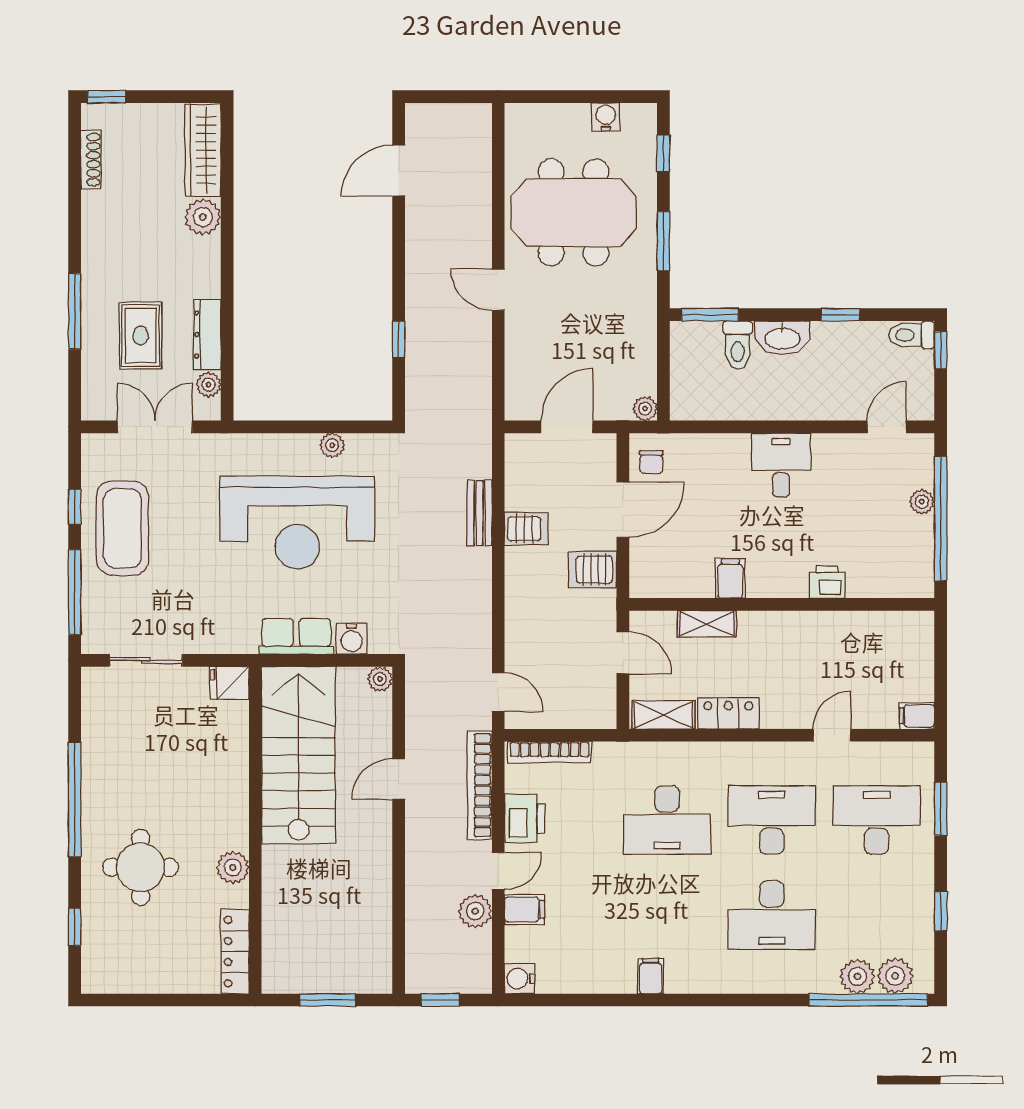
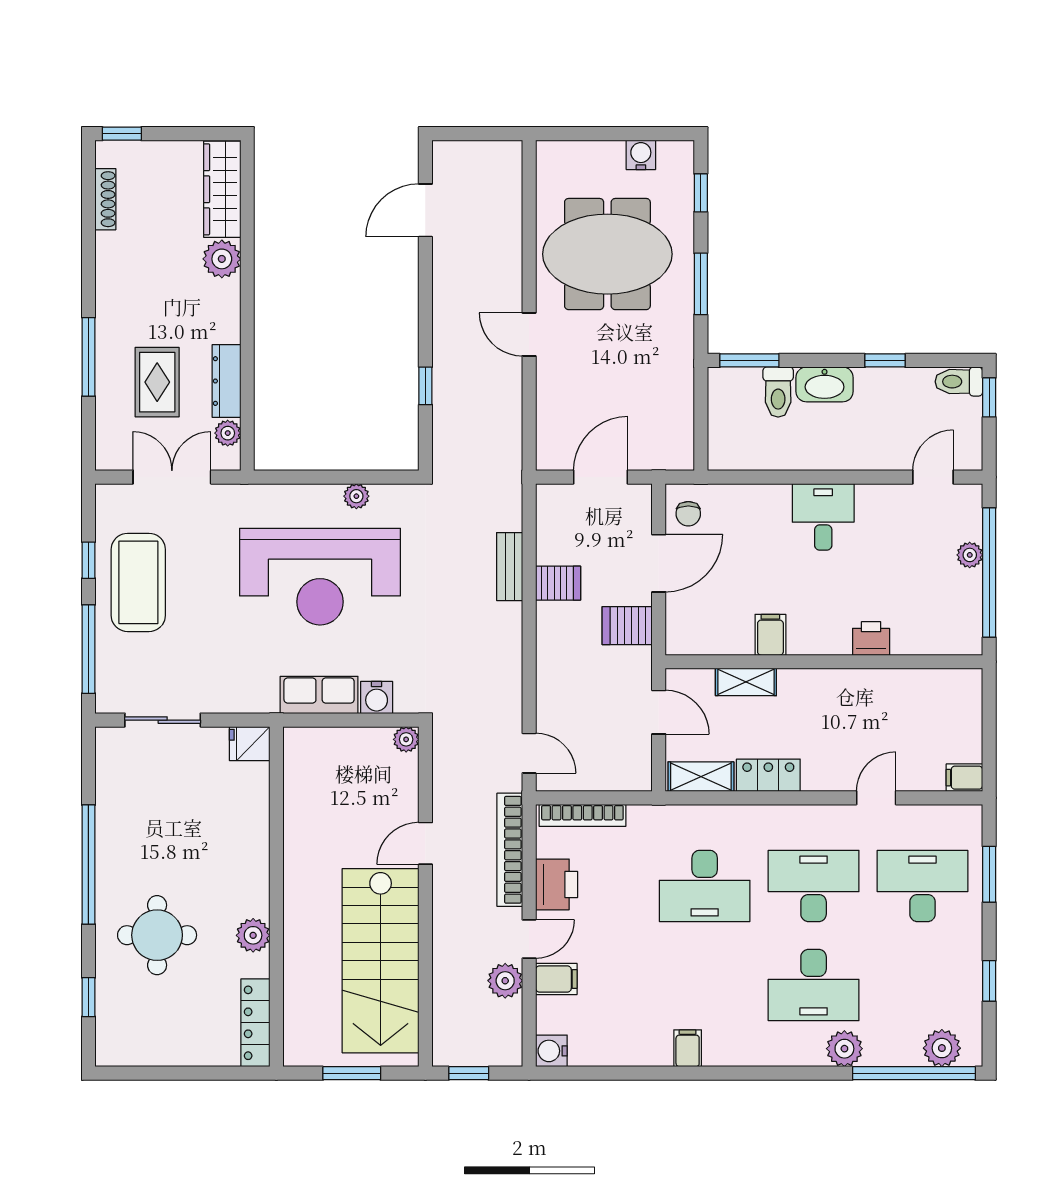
plant: (645, 409) -> (682, 458), removed
stairs: (298, 755) -> (381, 961), moved, turned 180
plant: (857, 976) -> (844, 1049), moved

